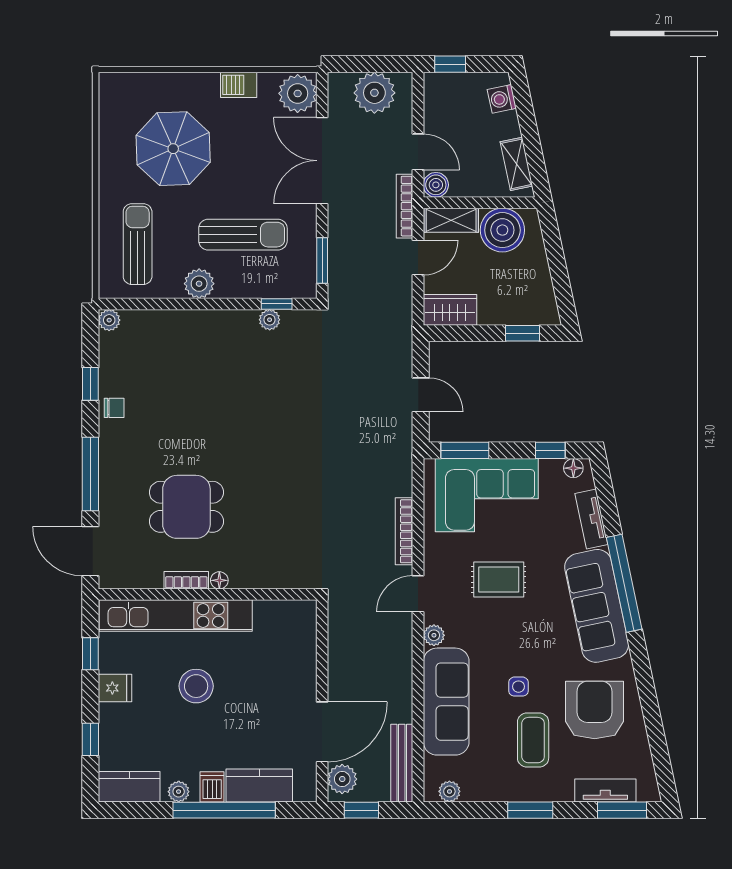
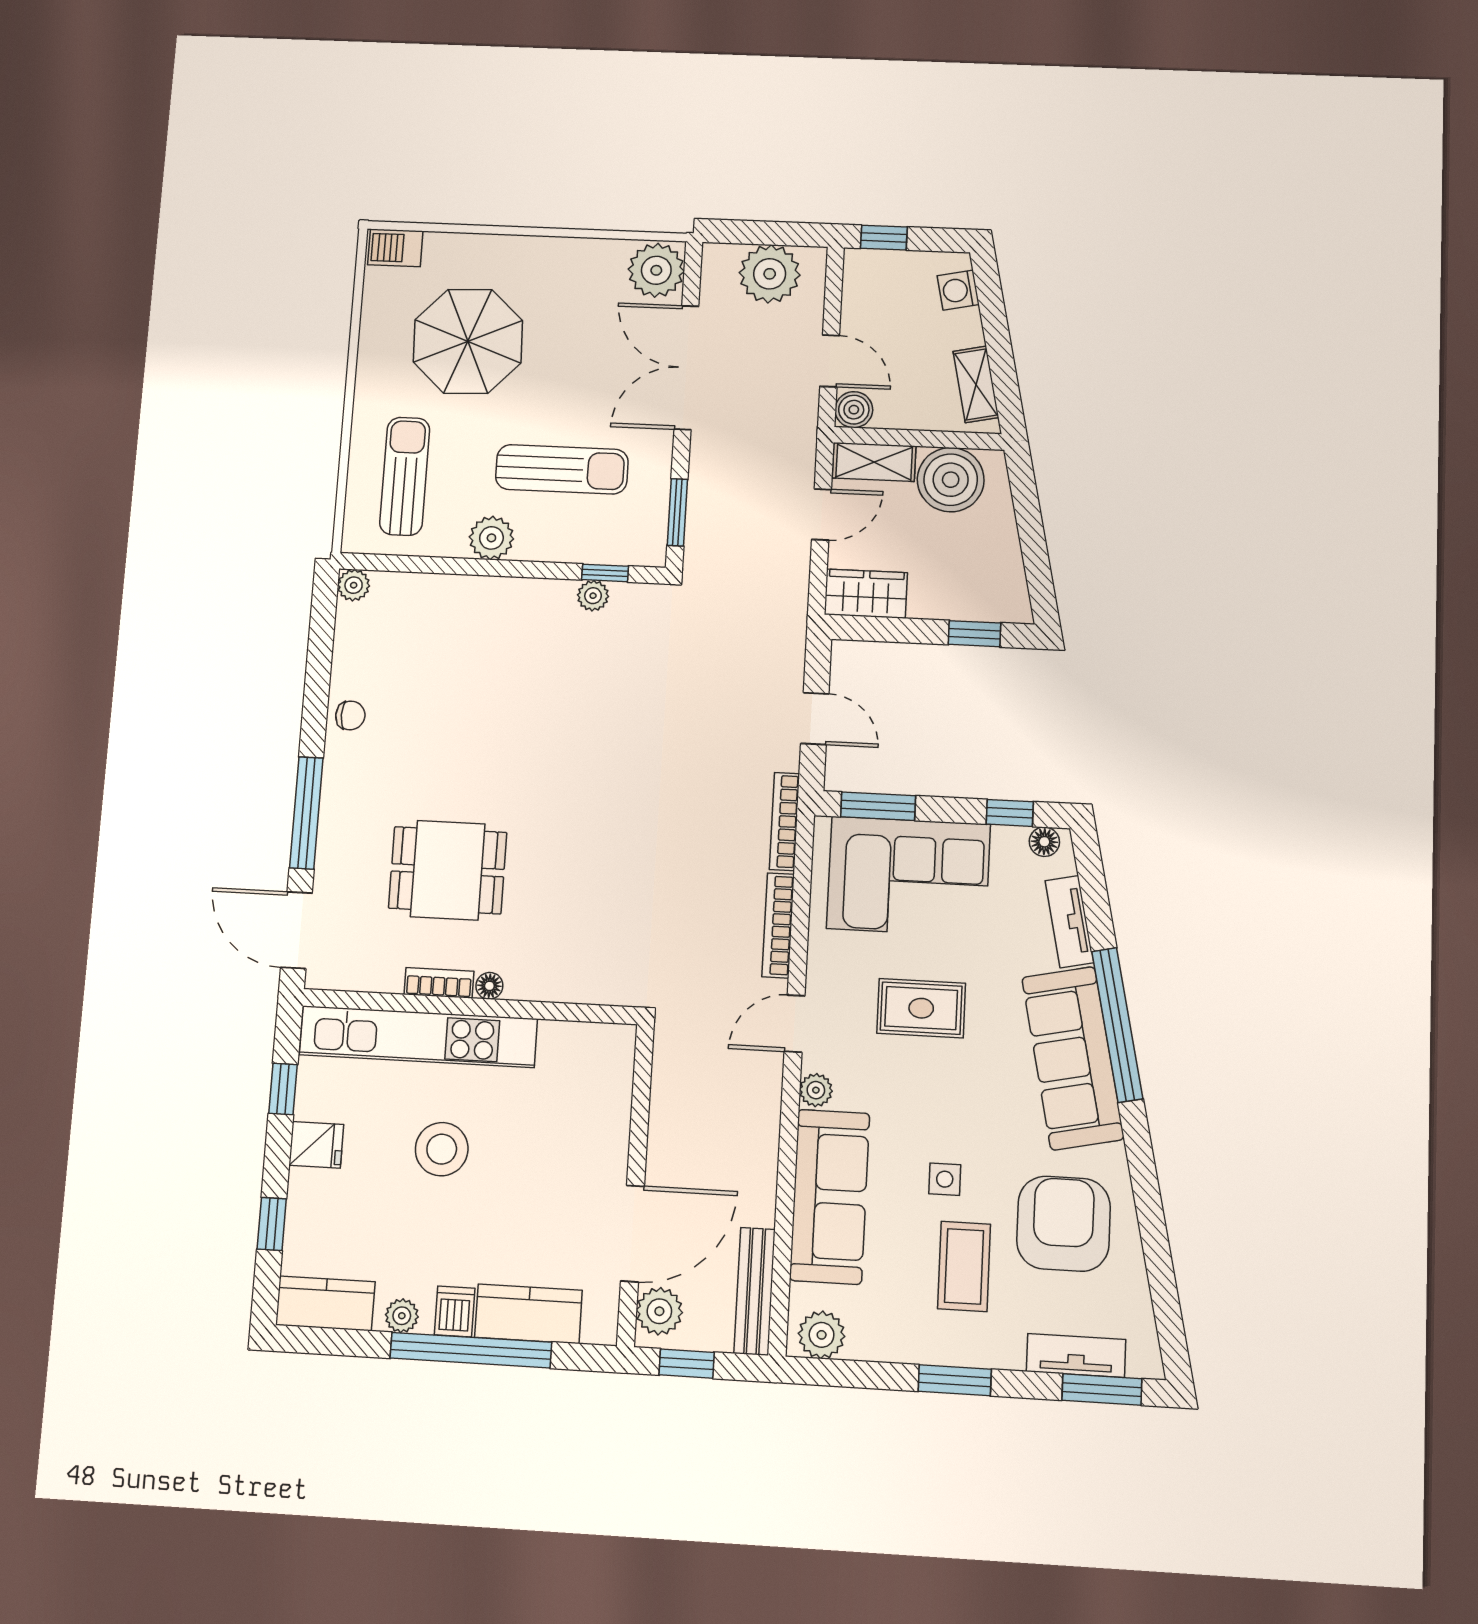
barbecue: (239, 85) -> (395, 248), moved
bookcase: (405, 206) -> (785, 821), moved
window: (90, 384) -> (318, 678), removed
plant: (449, 791) -> (822, 1335), width x1.38, depth x1.38

